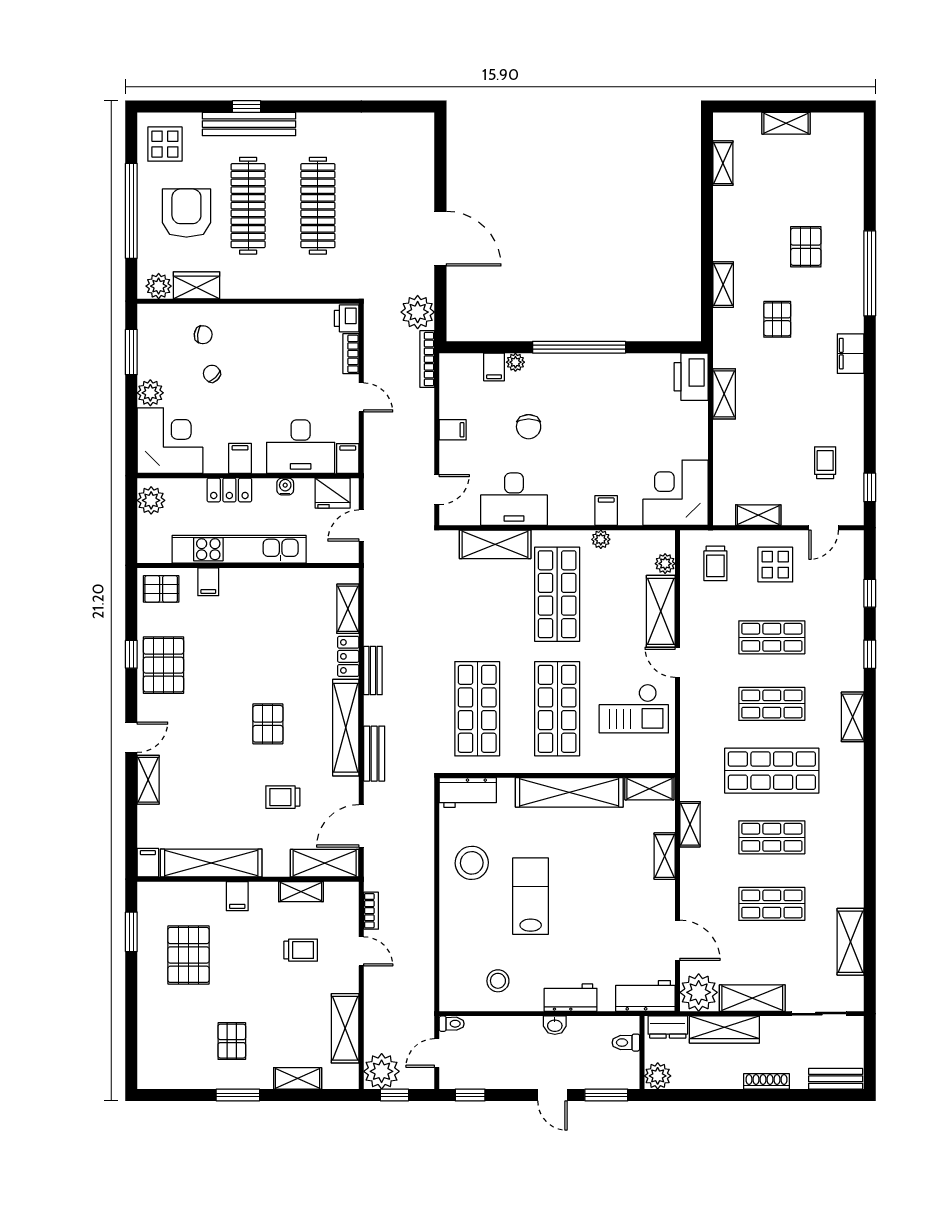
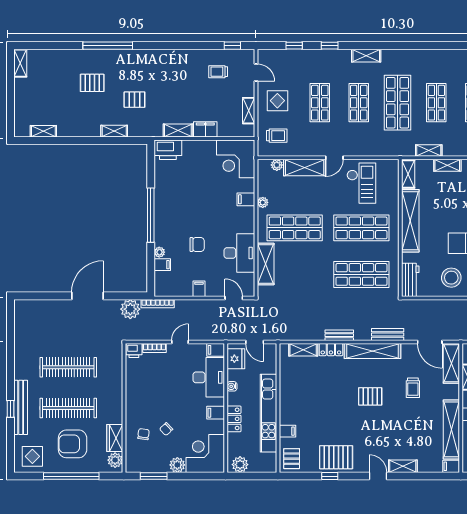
shelving: (786, 123) -> (20, 63), moved
filing cabinet: (851, 354) -> (205, 129), moved, turned 180

